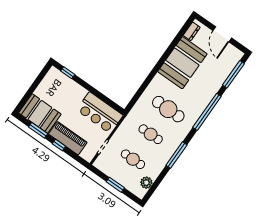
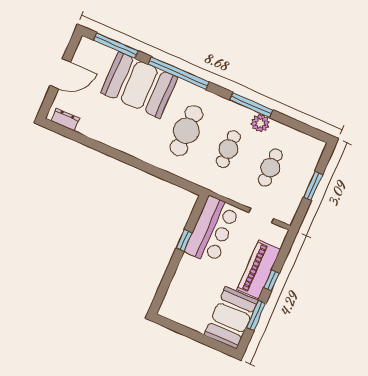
booth: (182, 63) -> (139, 85), moved
window: (68, 73) -> (184, 240), moved
plant: (146, 183) -> (260, 123), moved

